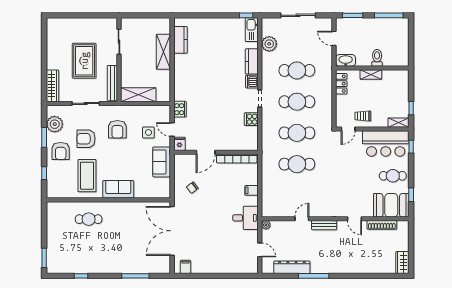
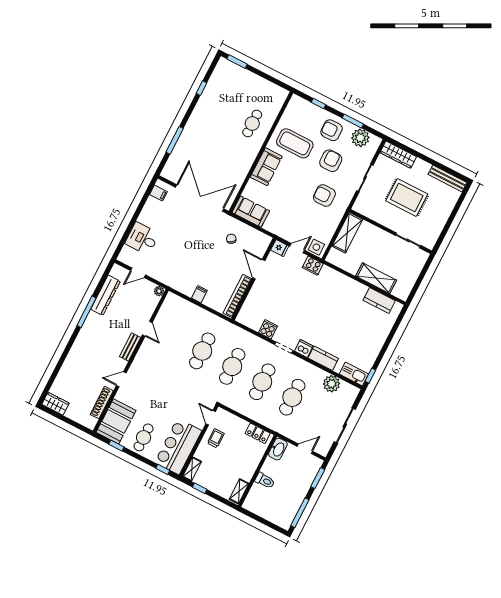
shelving: (371, 74) -> (239, 491), moved
bench: (112, 83) -> (447, 178), moved
side table: (148, 132) -> (316, 247), moved
sofa: (162, 162) -> (251, 212), moved
desk: (245, 218) -> (142, 239), moved, turned 90

